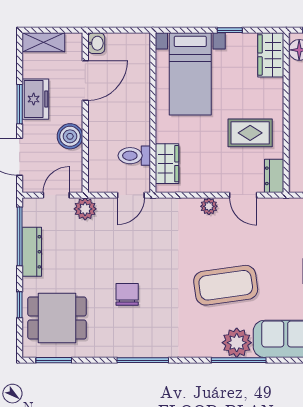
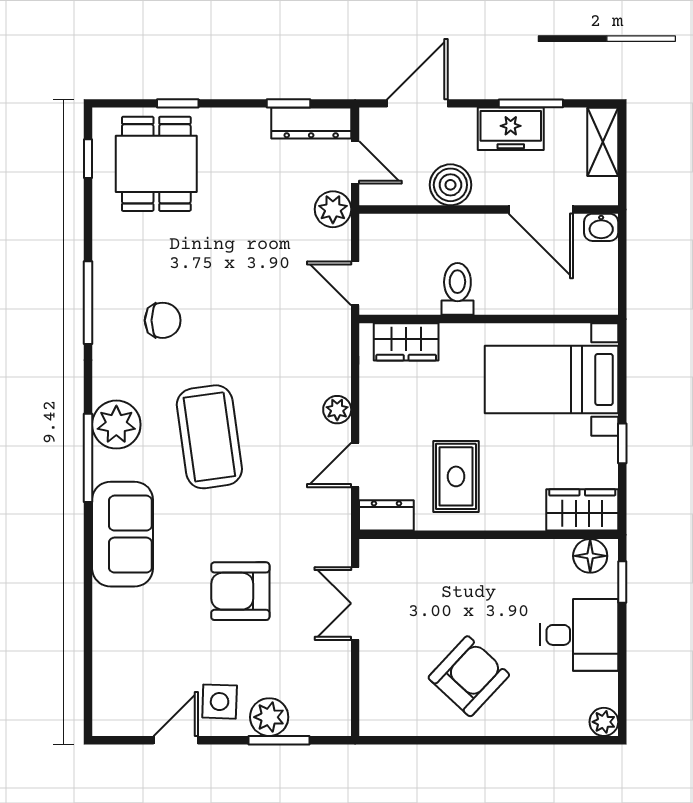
window: (20, 104) -> (531, 103), moved
toilet: (134, 156) -> (457, 289), moved
window: (20, 236) -> (289, 103), width x0.46
dresser: (32, 252) -> (311, 123), moved
chair: (127, 294) -> (163, 320), moved
plant: (237, 343) -> (116, 425), moved
window: (54, 360) -> (88, 159), width x0.67

